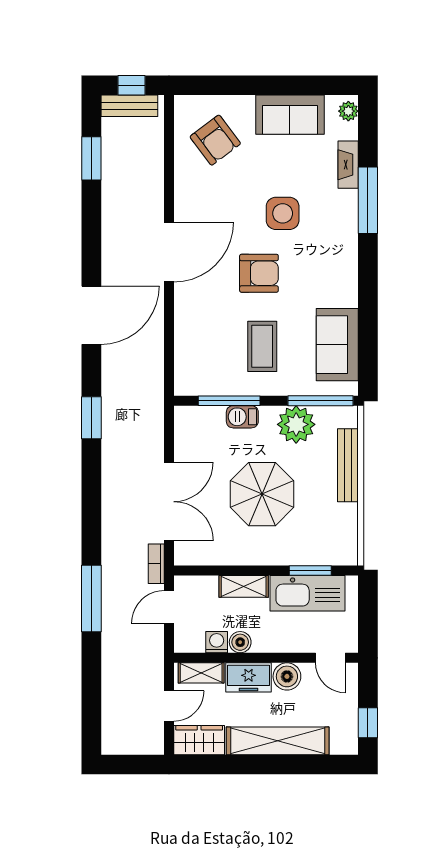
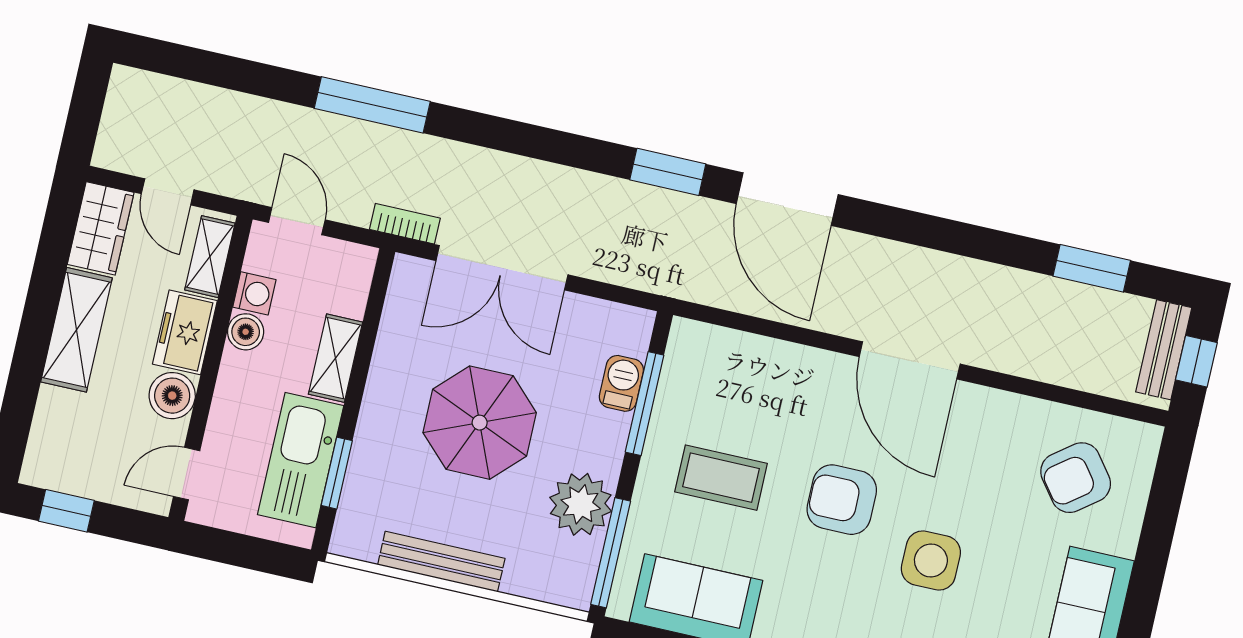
armchair: (259, 273) -> (842, 500), turned 90
door: (91, 315) -> (787, 199), moved
barbecue: (242, 417) -> (621, 383), moved
bench: (348, 465) -> (441, 562), moved
door: (169, 607) -> (297, 221), moved
shelving: (278, 741) -> (76, 330), width x0.68

